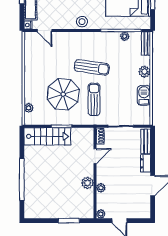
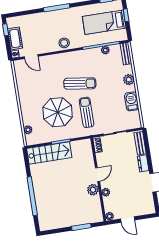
door: (95, 156) -> (97, 175), moved

